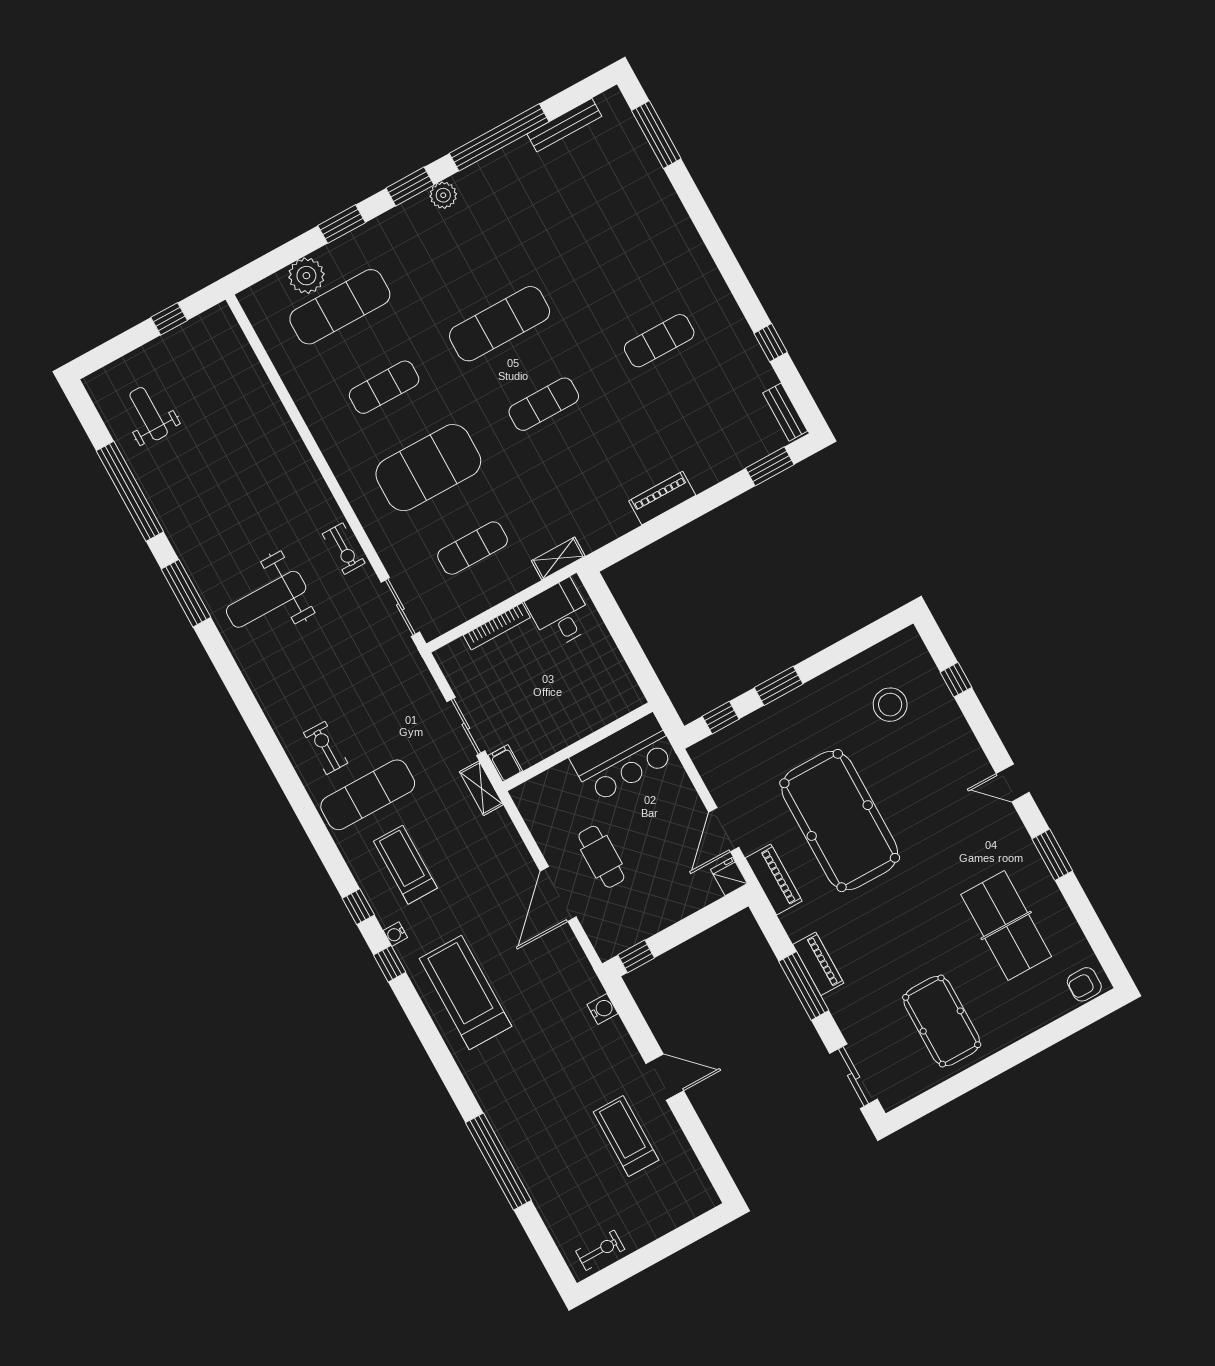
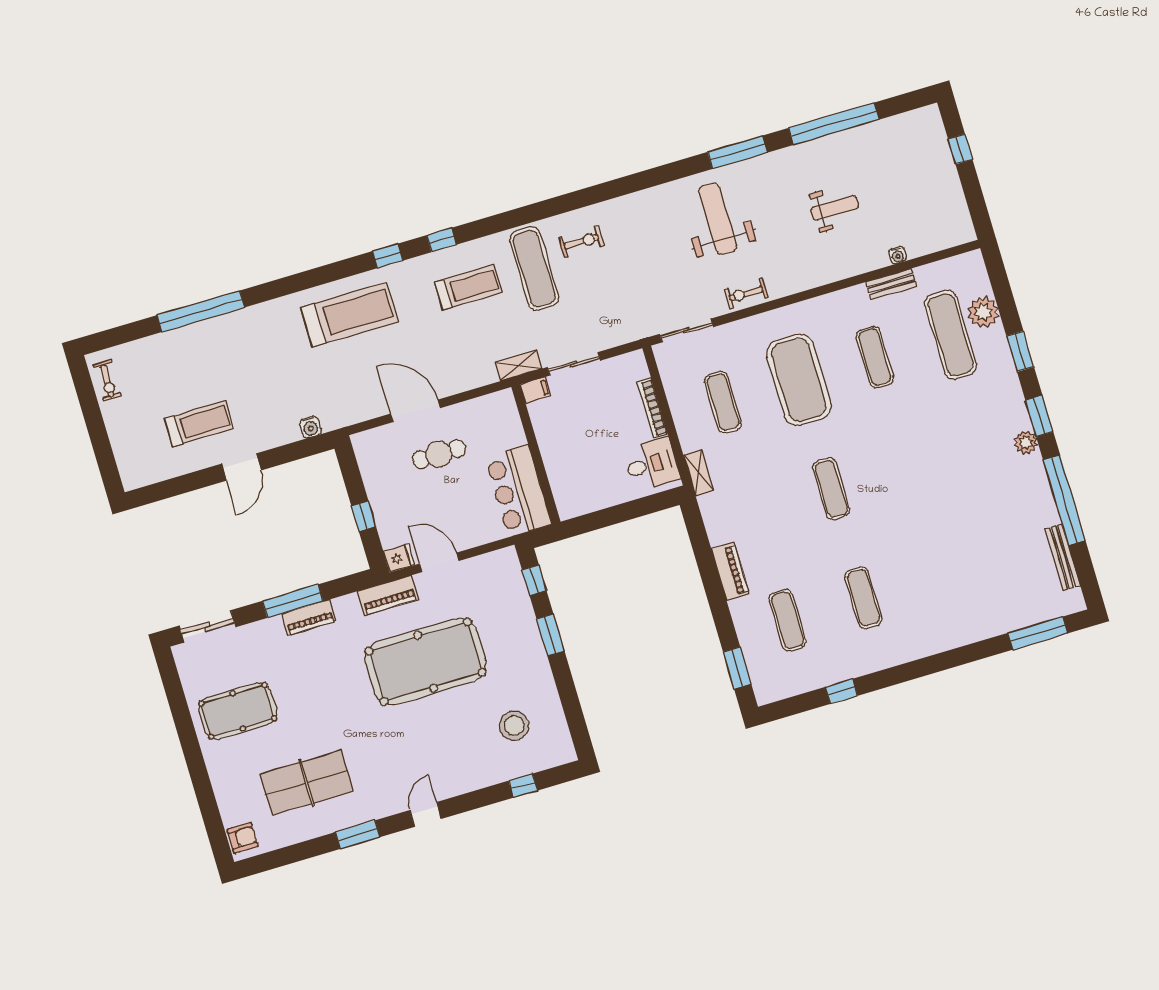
window: (169, 319) -> (960, 149), moved
exercise mat: (500, 324) -> (787, 620), moved, width x0.73, depth x0.69
bench: (785, 412) -> (891, 284), moved
weight bench: (149, 414) -> (835, 208), moved
water cooler: (395, 934) -> (898, 255), moved, turned 180
window: (636, 956) -> (364, 516), moved
armchair: (1084, 984) -> (243, 838), turned 90

